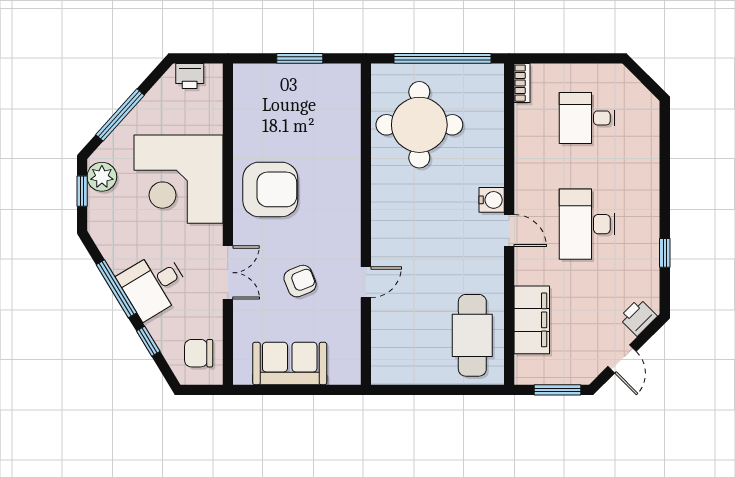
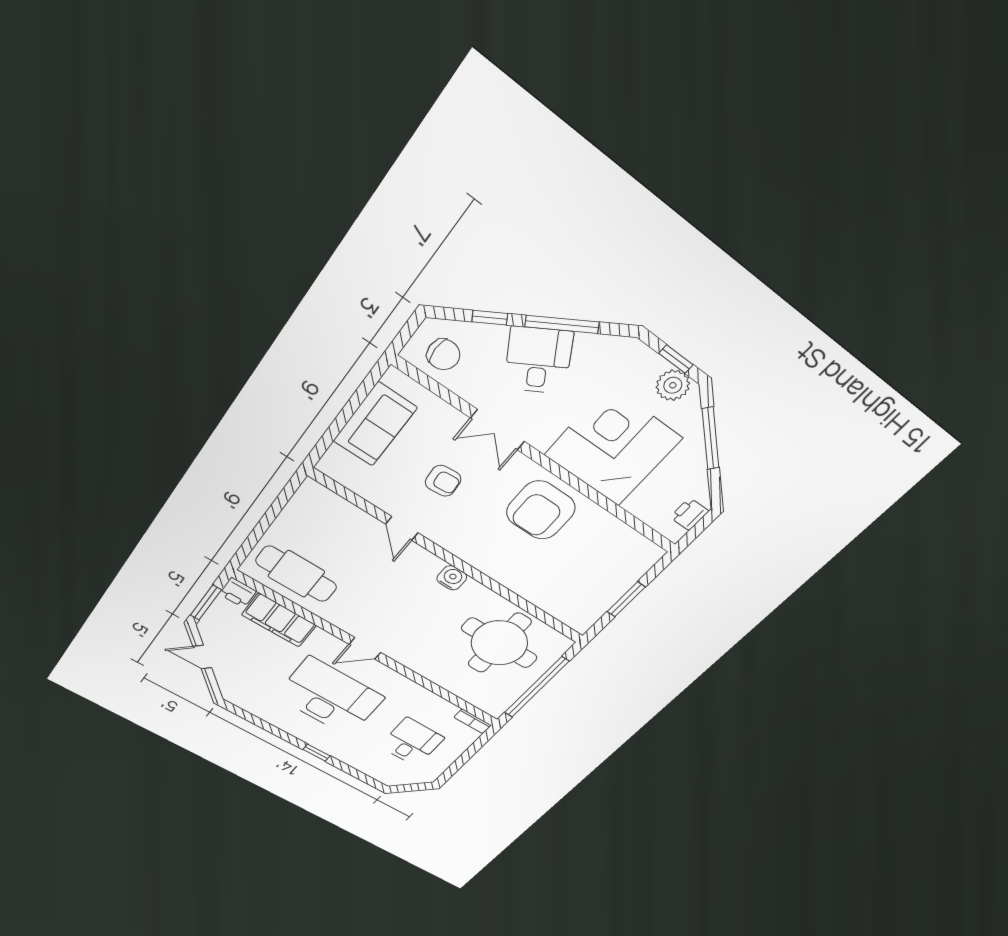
water cooler: (492, 200) -> (452, 578), moved, turned 180
desk: (587, 224) -> (330, 697), width x1.36, depth x1.30
window: (665, 253) -> (316, 753), moved
armchair: (300, 281) -> (443, 481), turned -73
printer: (638, 317) -> (238, 593), moved, turned 135
chair: (199, 353) -> (443, 355), turned 90

